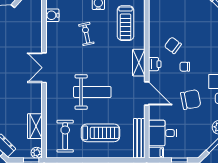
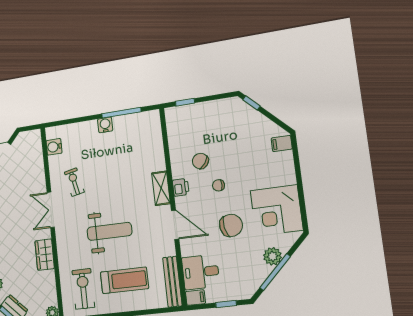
treadmill: (126, 23) -> (140, 143), removed
exercise bike: (86, 34) -> (74, 182), moved
wardrobe: (35, 126) -> (45, 255), moved

